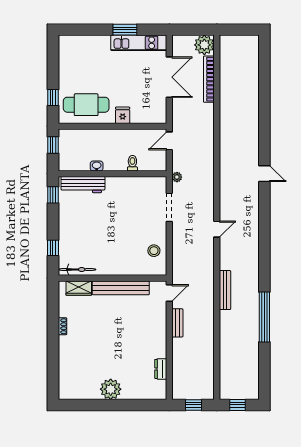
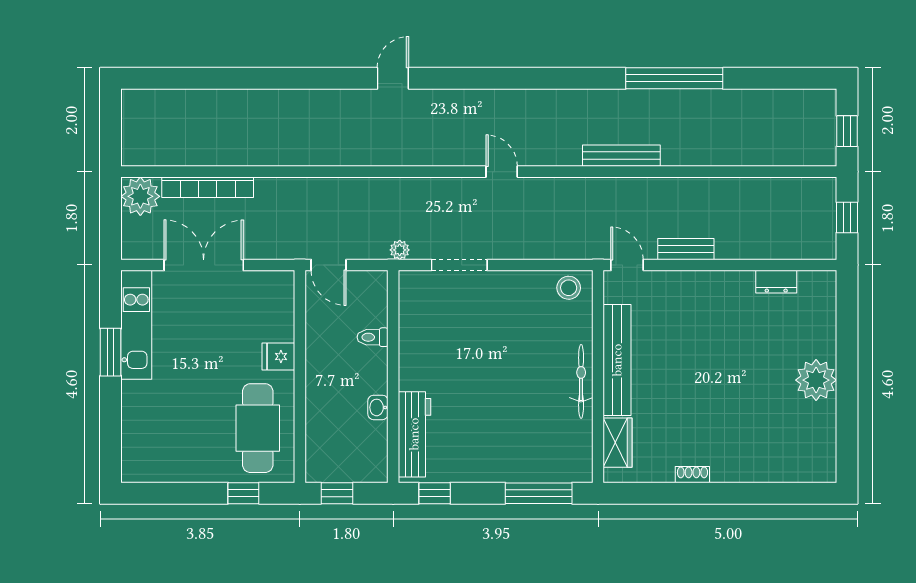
window: (53, 248) -> (539, 493), width x2.17
stool: (154, 251) -> (569, 288), moved
bicycle: (77, 269) -> (581, 381), moved

